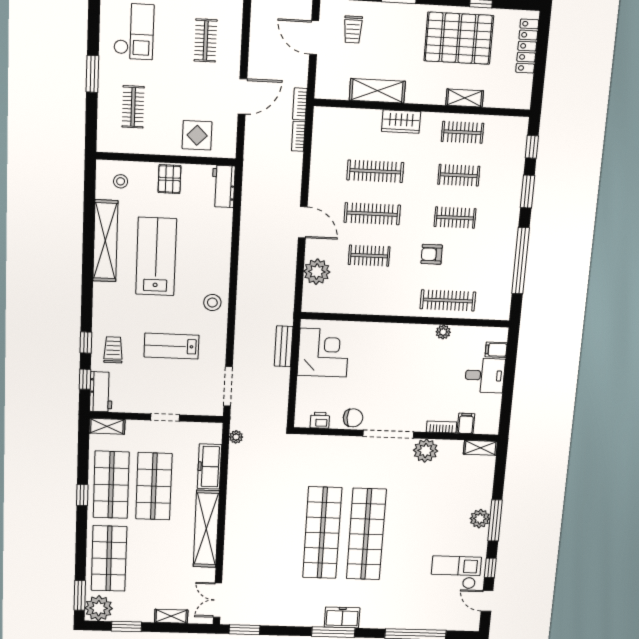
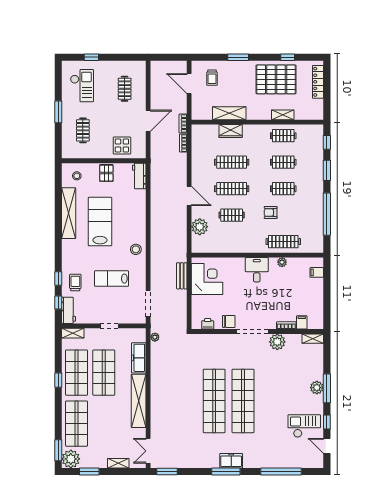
wardrobe: (401, 122) -> (231, 131), moved
desk: (485, 375) -> (257, 270), moved, turned -90

